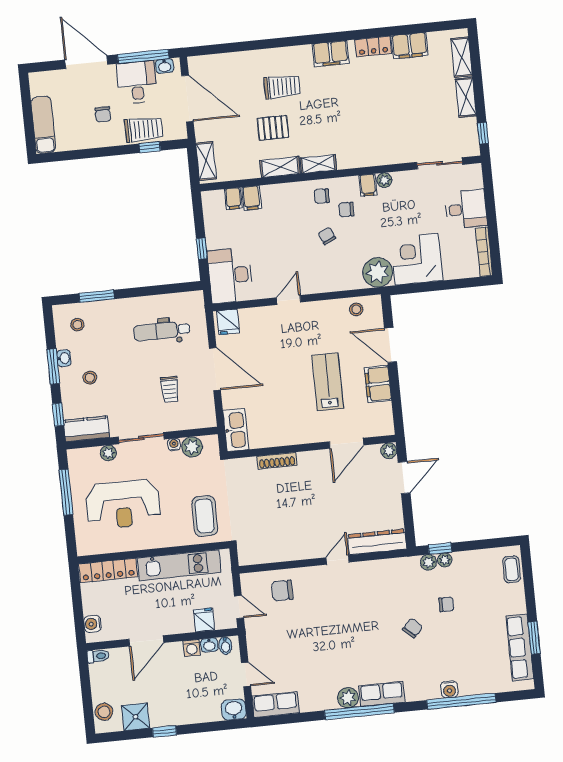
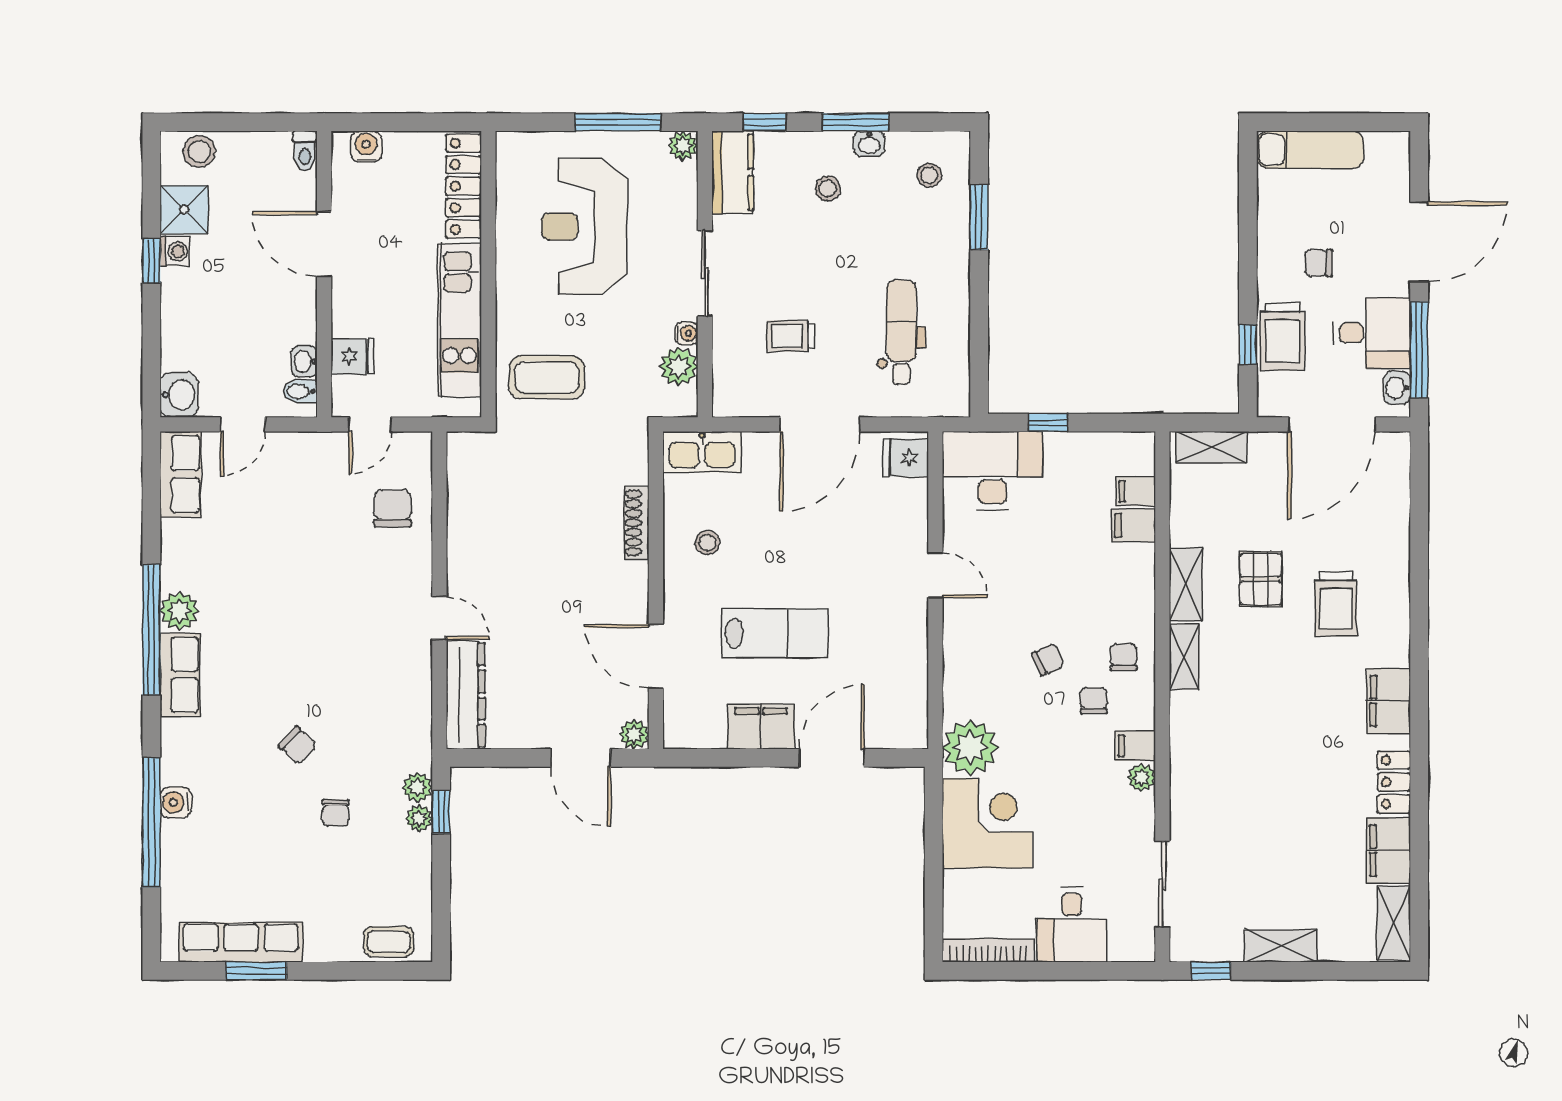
shelving: (462, 57) -> (1394, 923), moved, turned 90
stool: (356, 309) -> (707, 543), moved
plant: (108, 453) -> (683, 146), moved
washing machine: (192, 648) -> (175, 251), moved, turned 180

